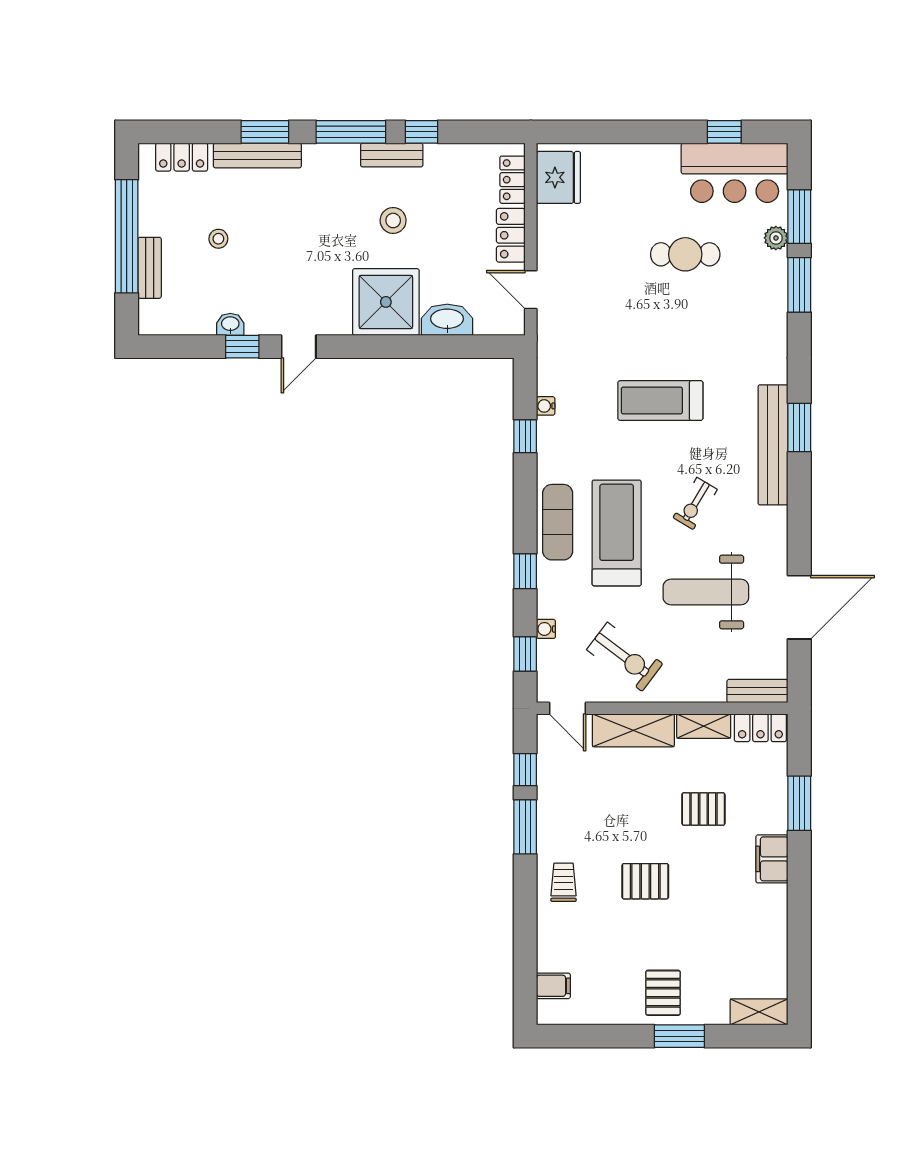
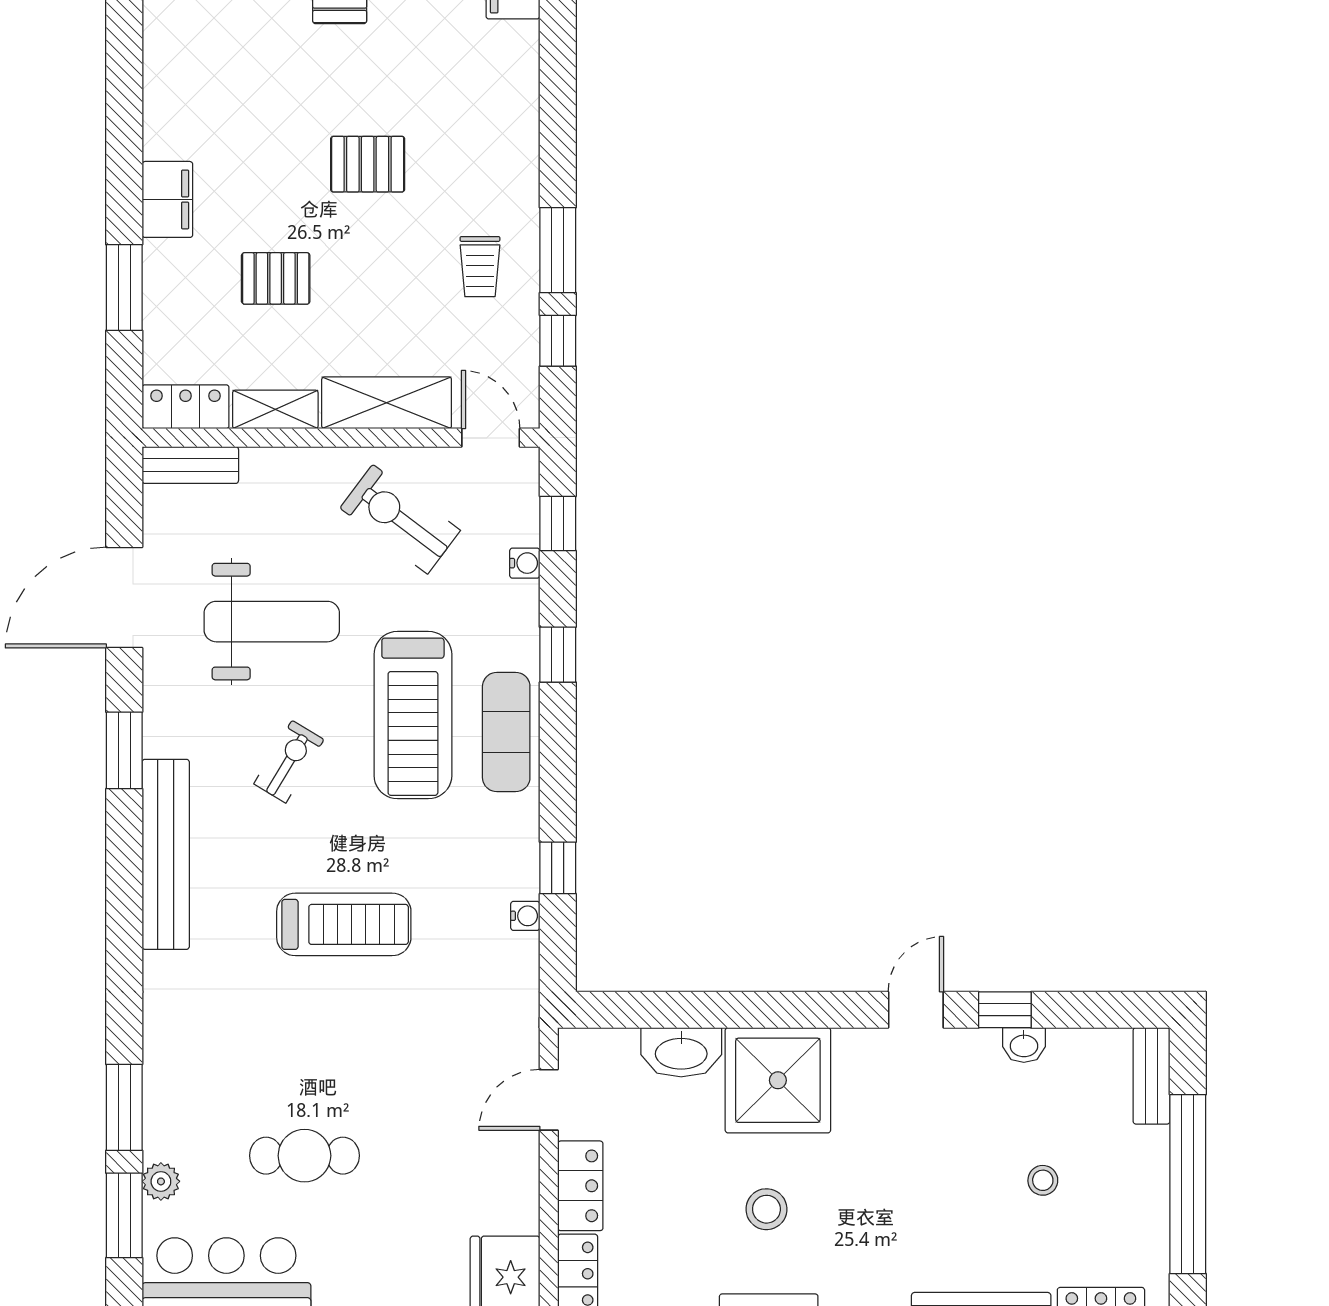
bench: (150, 268) -> (1152, 1076), moved
door: (531, 290) -> (549, 1100), swing flipped
window: (799, 427) -> (124, 750), moved
trolley: (564, 882) -> (480, 267), moved

